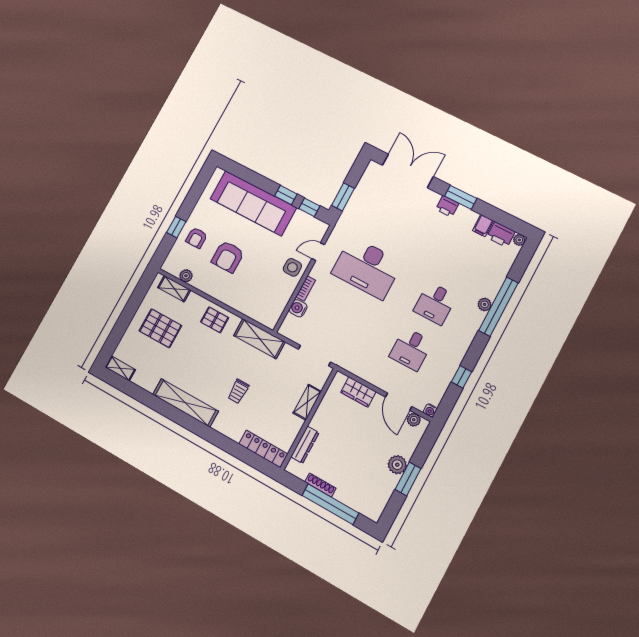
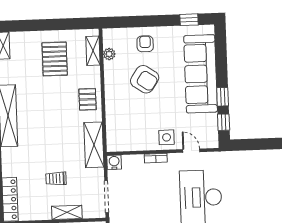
window: (343, 197) -> (248, 145), removed
window: (176, 227) -> (189, 20), moved
armchair: (197, 238) -> (145, 44), turned 90
armchair: (228, 257) -> (145, 79), turned -146
water cooler: (298, 308) -> (114, 162), moved
trolley: (238, 391) -> (56, 179), moved

